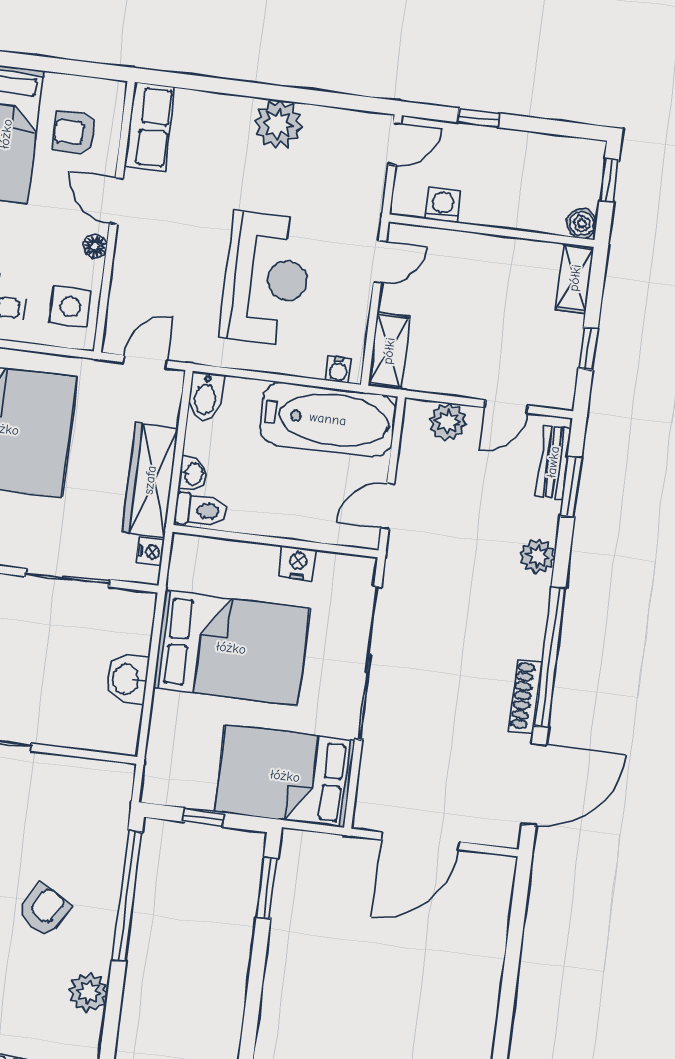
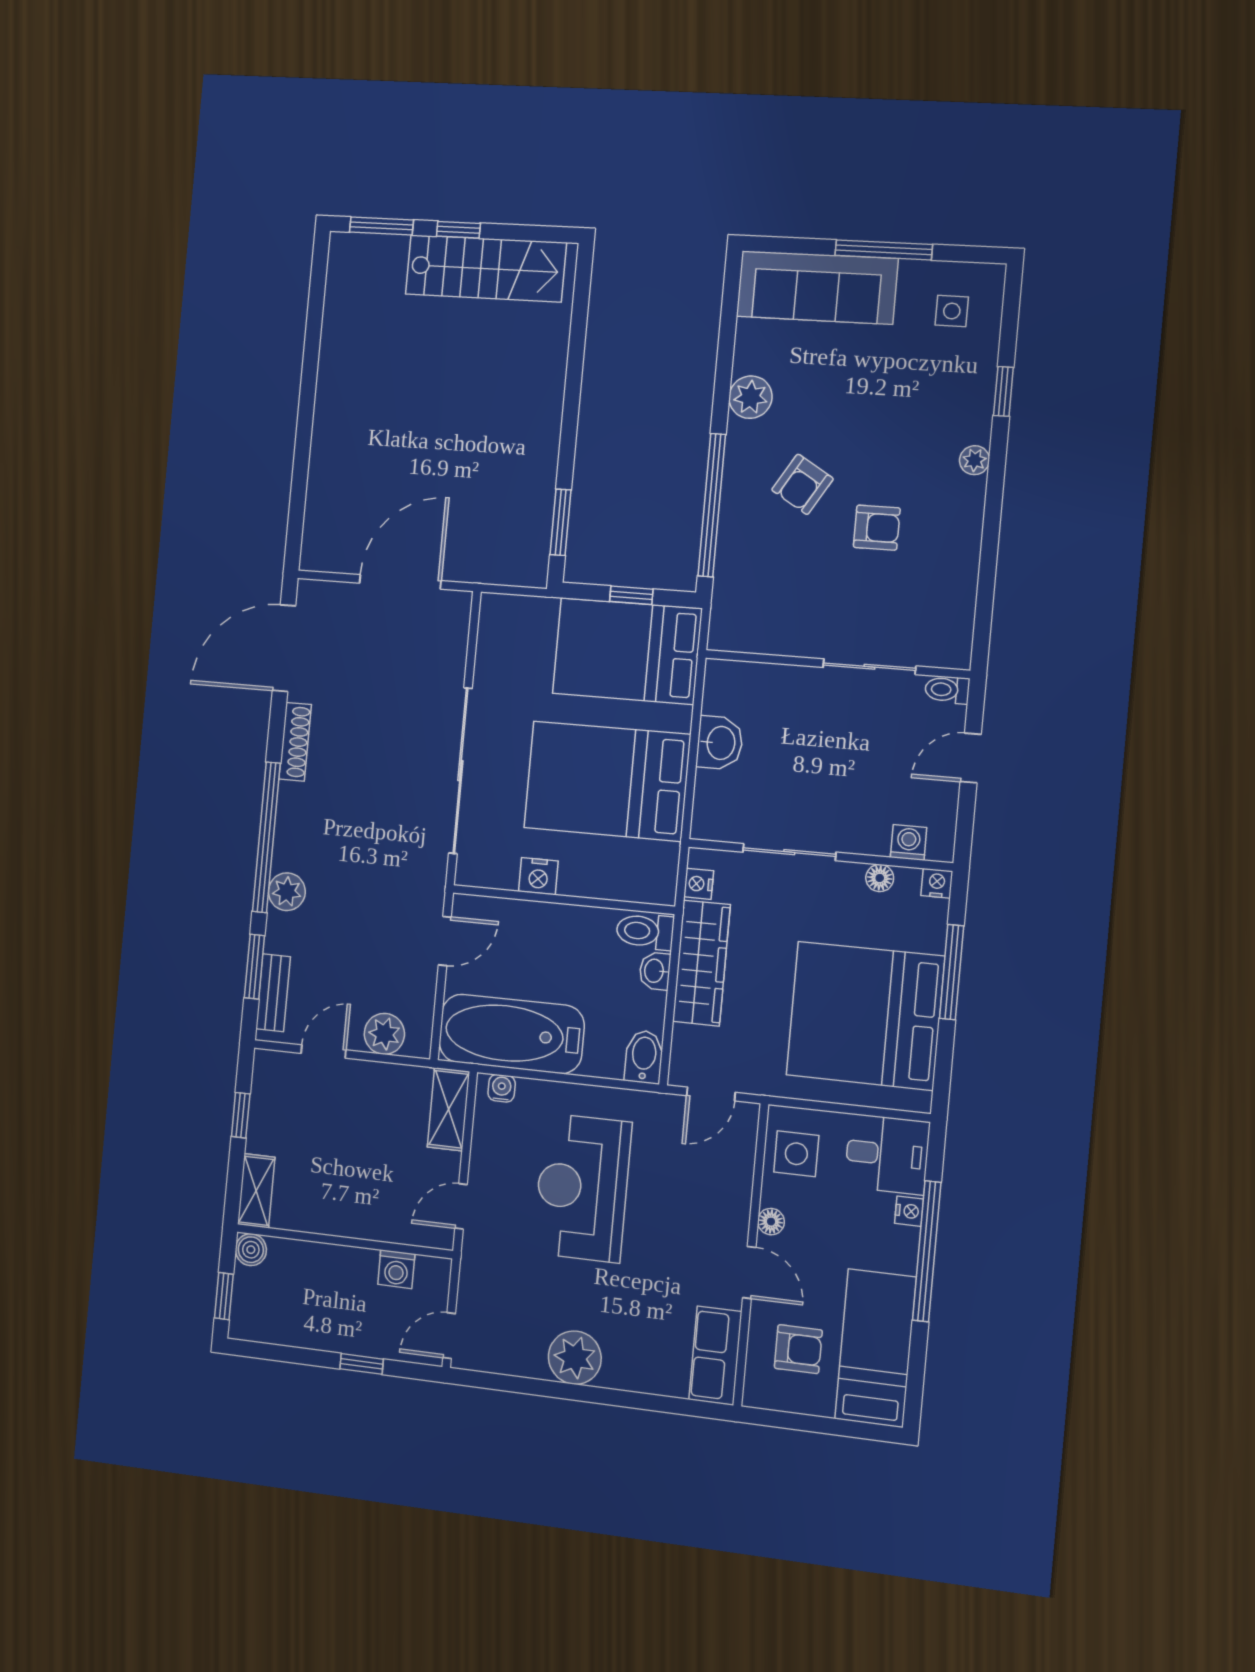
window: (550, 657) -> (266, 837), moved
bed: (285, 776) -> (627, 651), moved, turned 180

